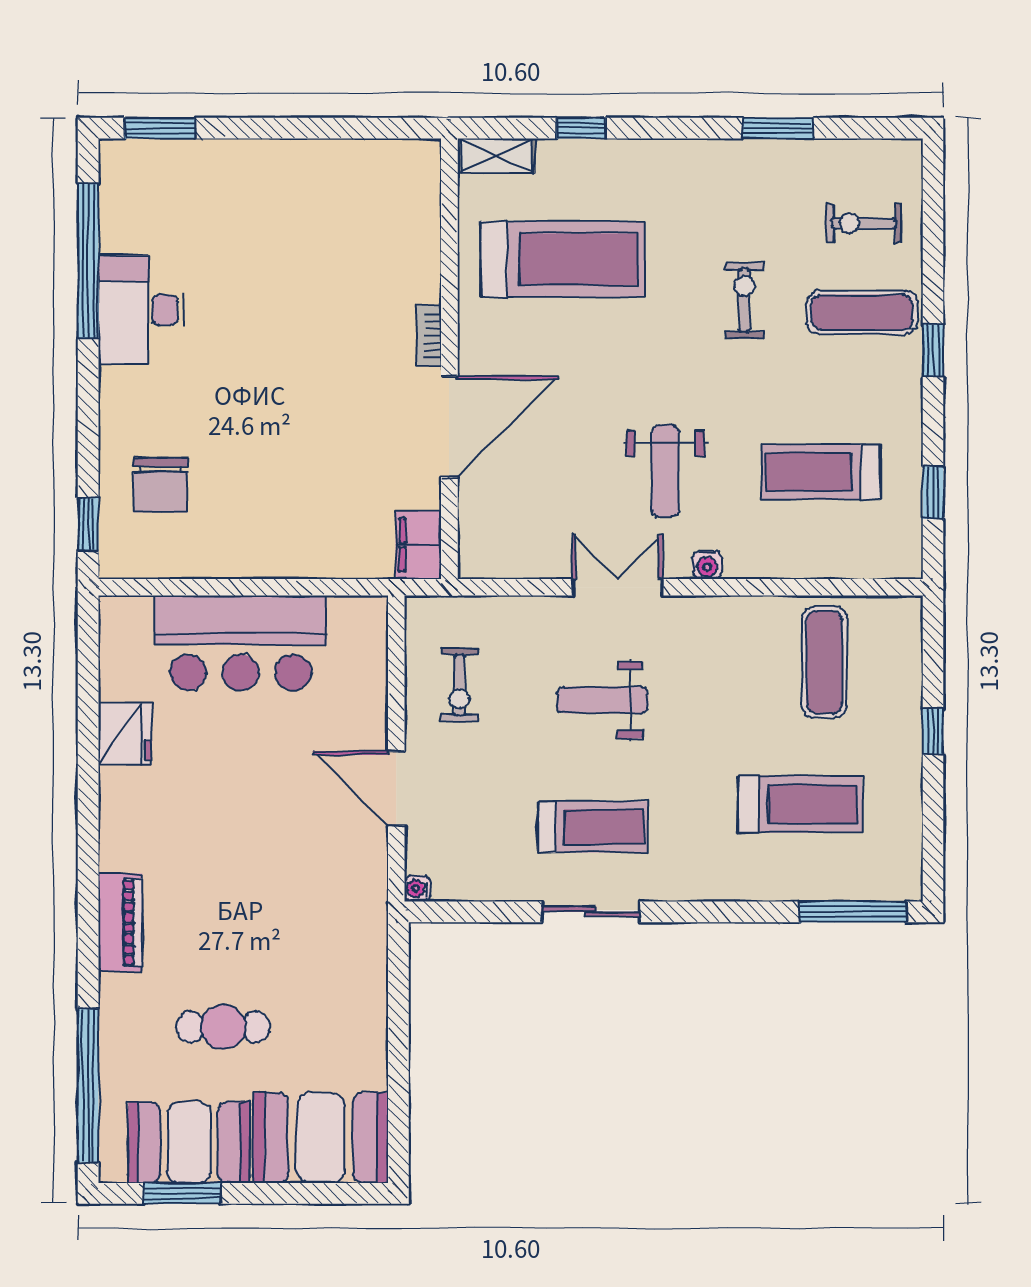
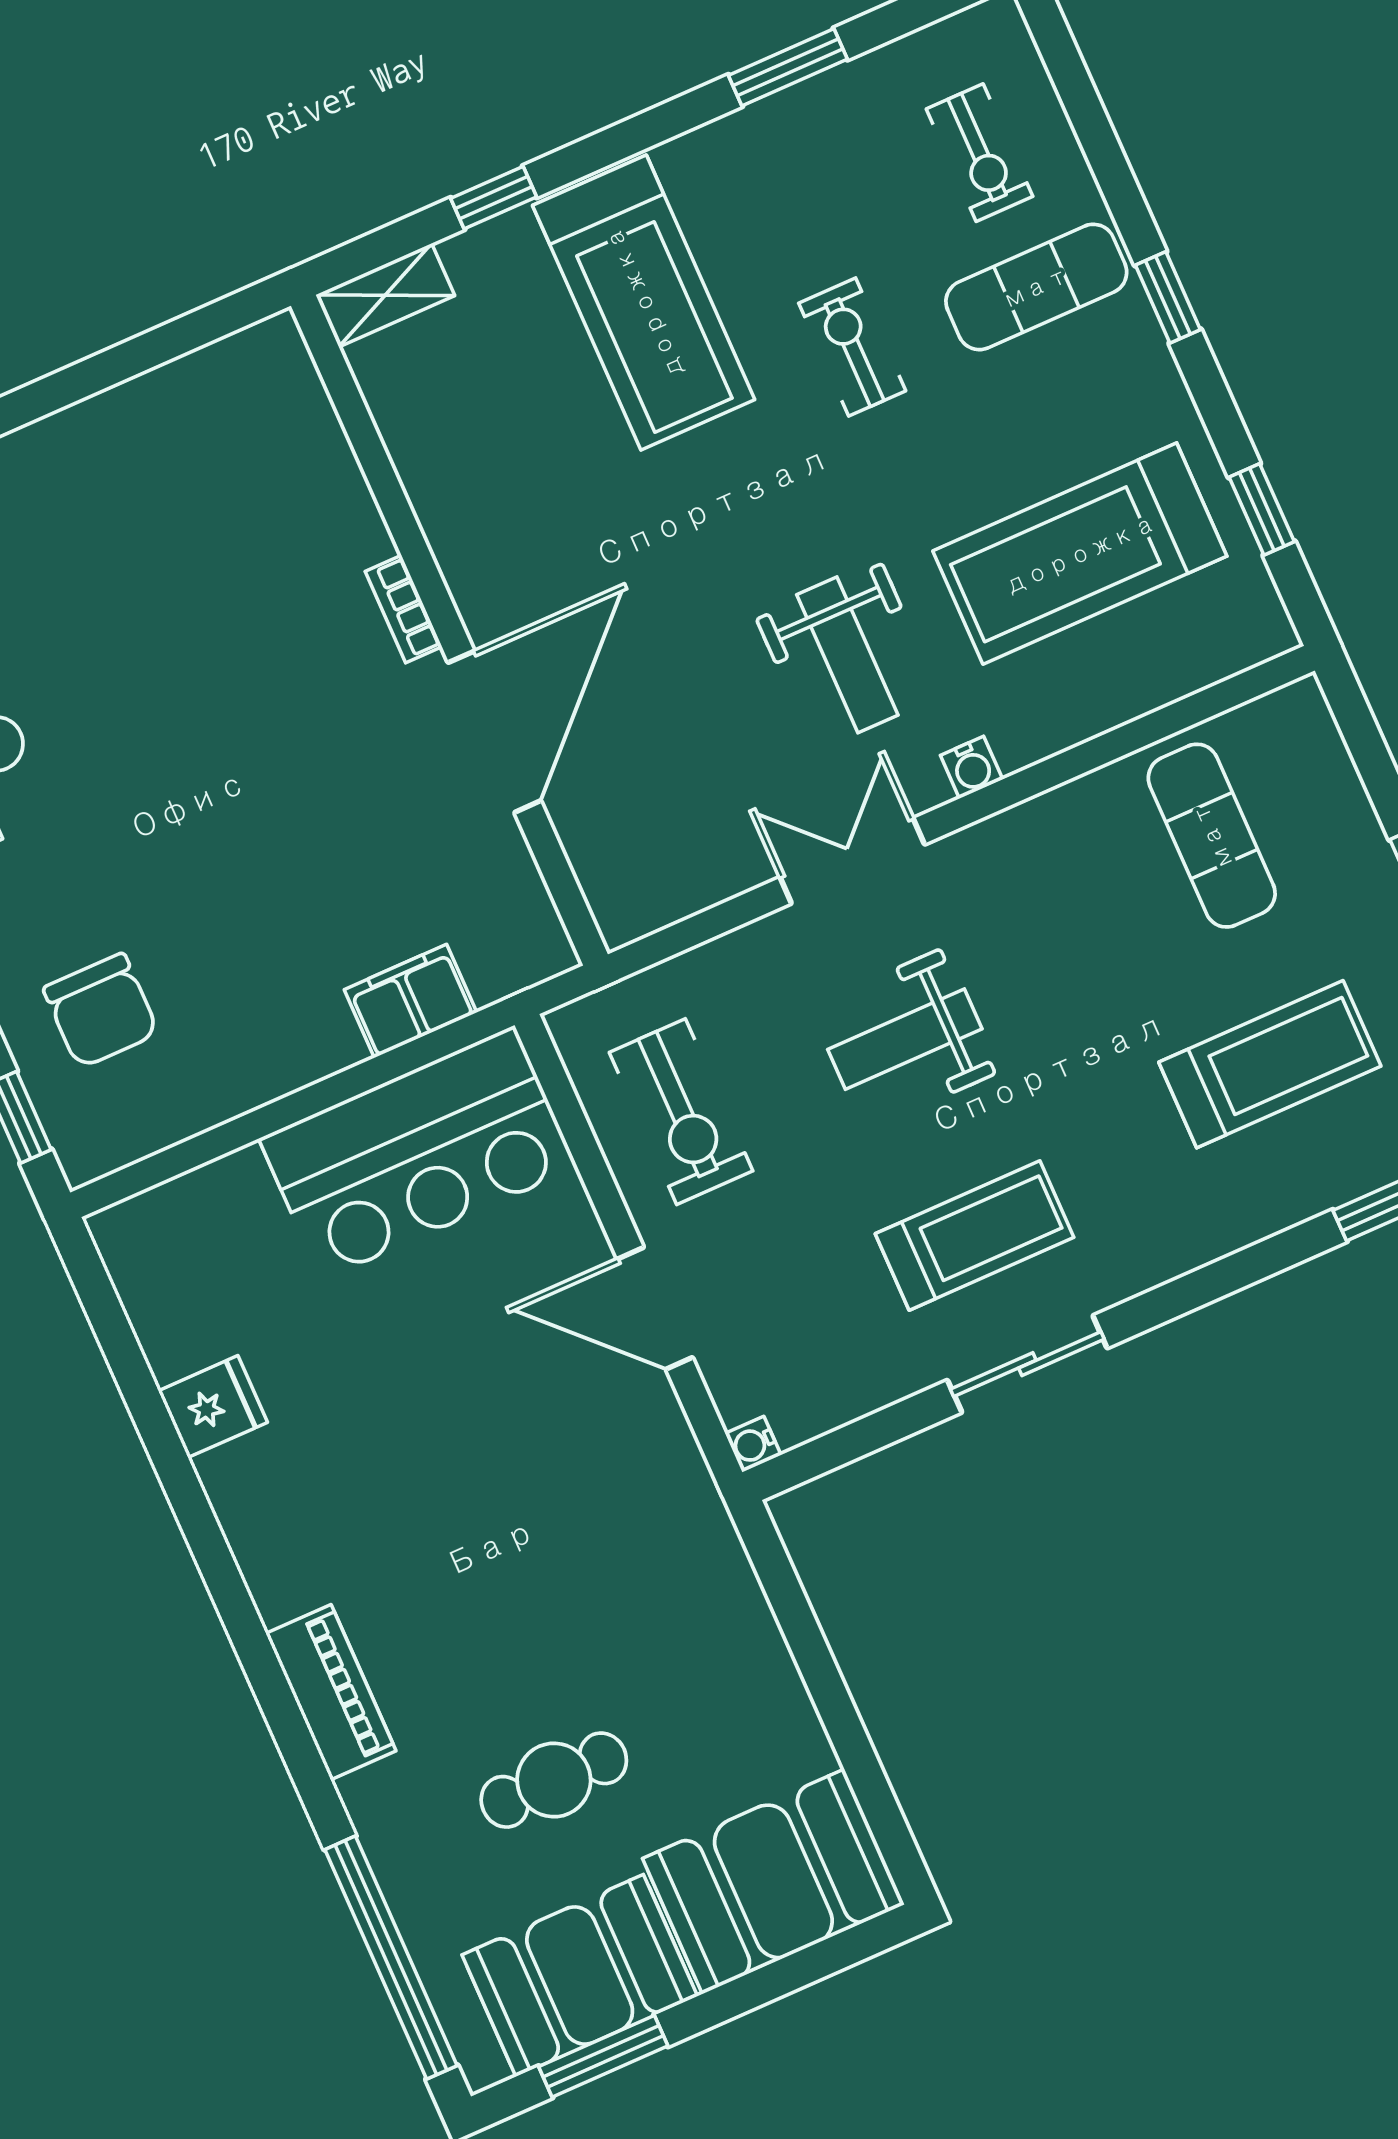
exercise bike: (864, 223) -> (980, 153), turned -90
treadmill: (563, 259) -> (644, 303), moved, turned 90
treadmill: (820, 472) -> (1080, 554), width x1.37, depth x1.38
filing cabinet: (418, 545) -> (411, 1001), moved, turned 90
bar counter: (241, 643) -> (418, 1153), moved
exercise bike: (460, 685) -> (681, 1112), width x1.38, depth x1.39
fridge: (125, 734) -> (213, 1407), width x0.72

